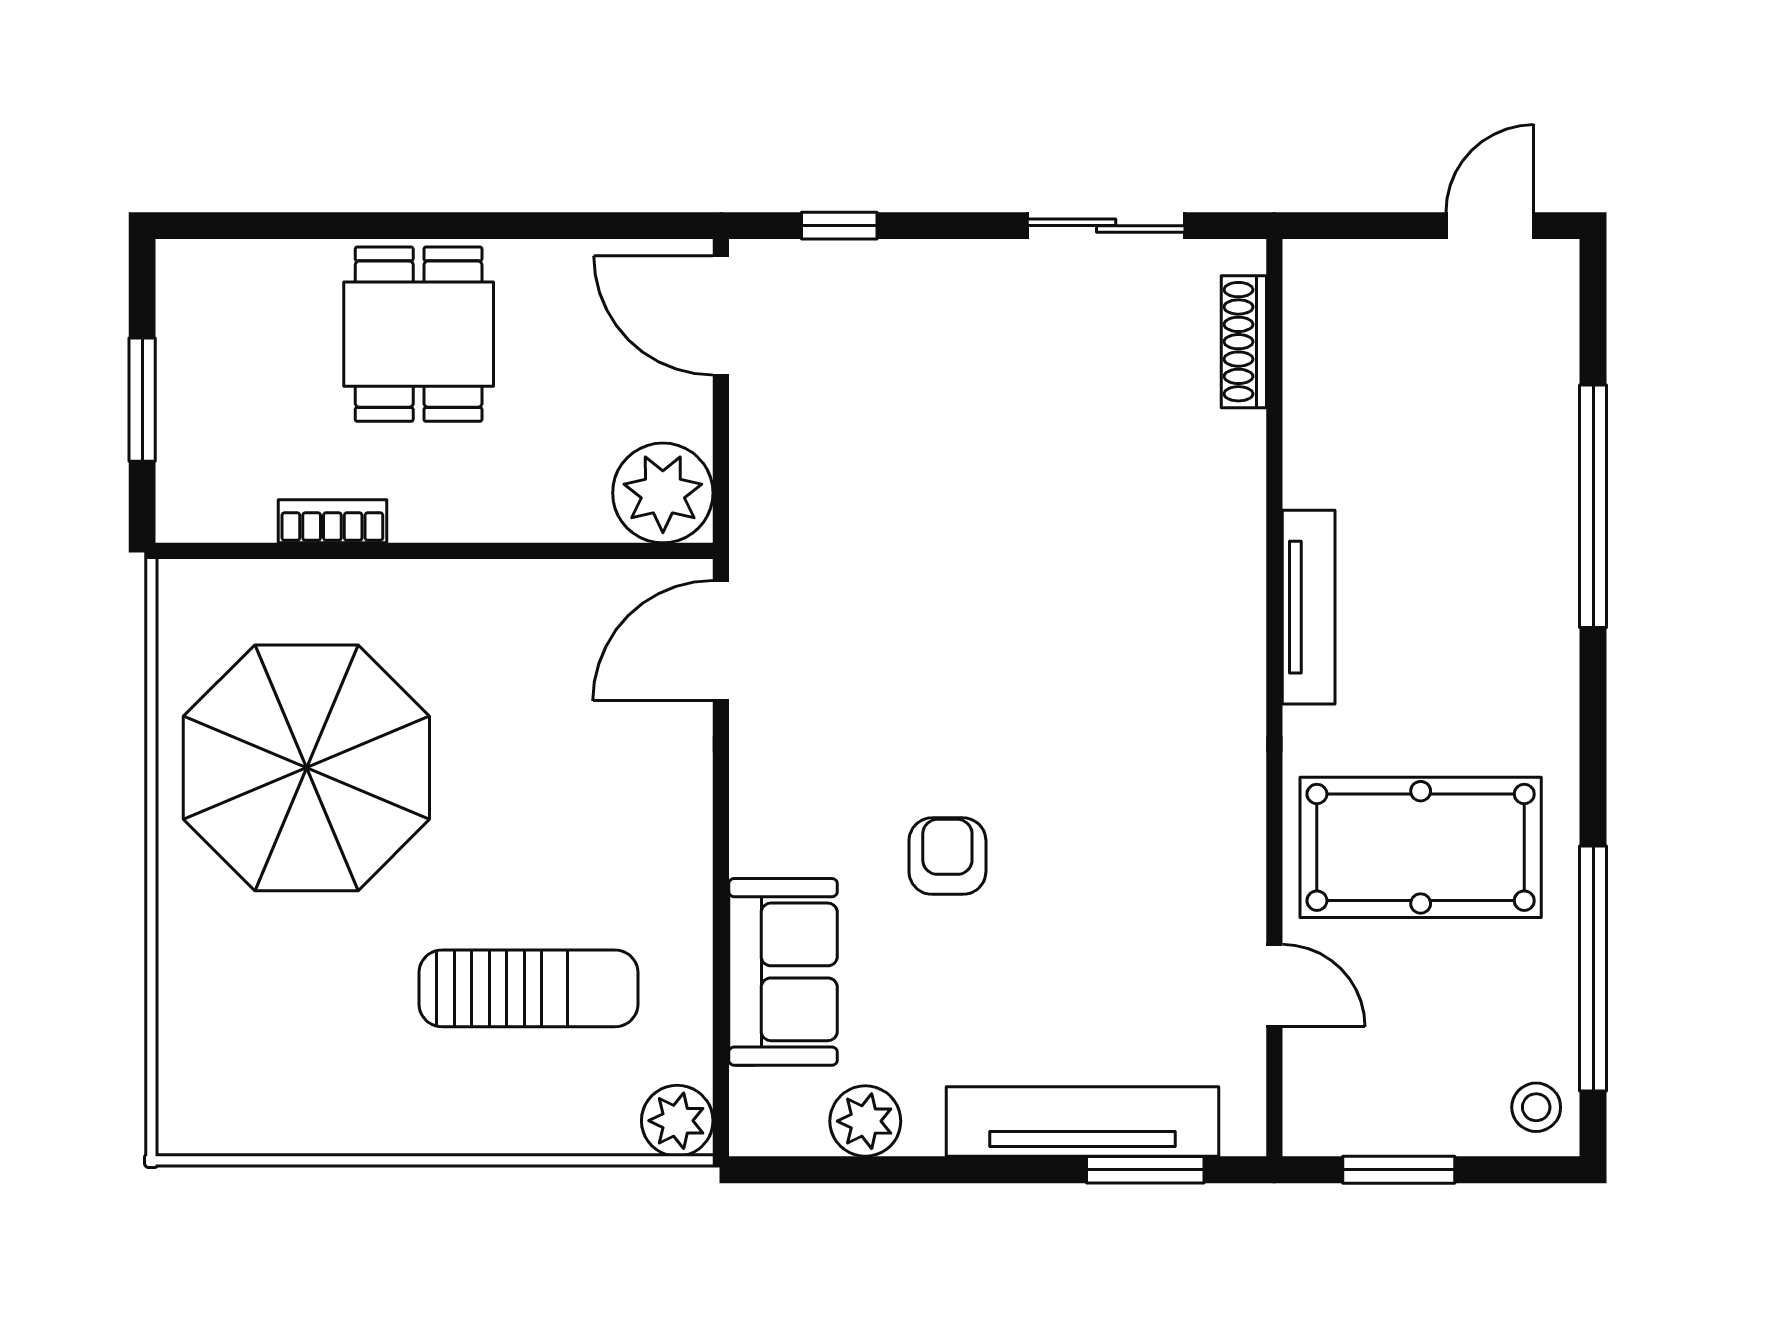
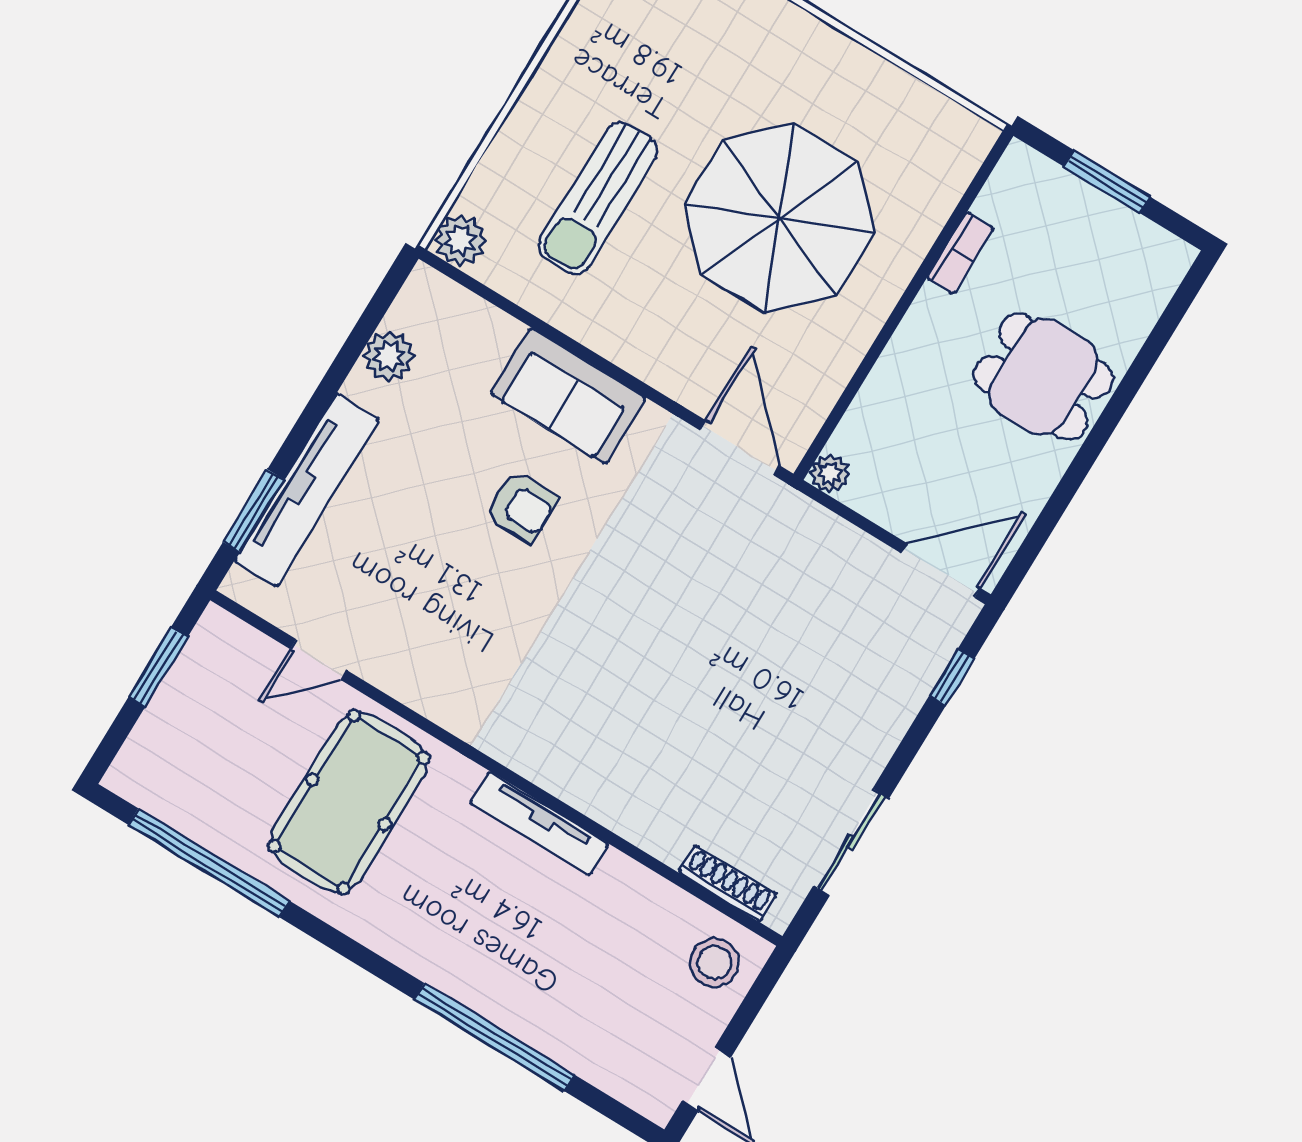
plant: (663, 493) -> (830, 473), width x0.53, depth x0.53
parasol: (306, 768) -> (780, 218), moved
sofa: (783, 972) -> (568, 396), moved
stool: (1536, 1107) -> (714, 962), moved, width x1.37, depth x1.37

